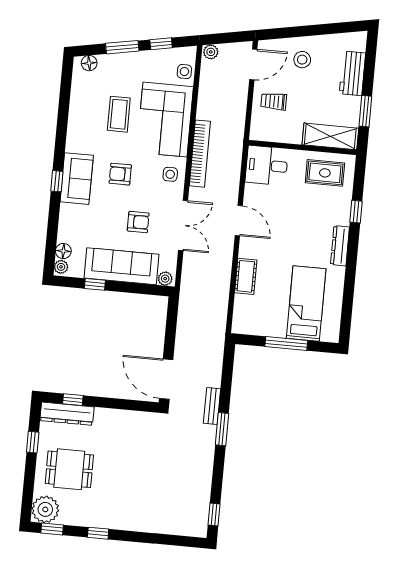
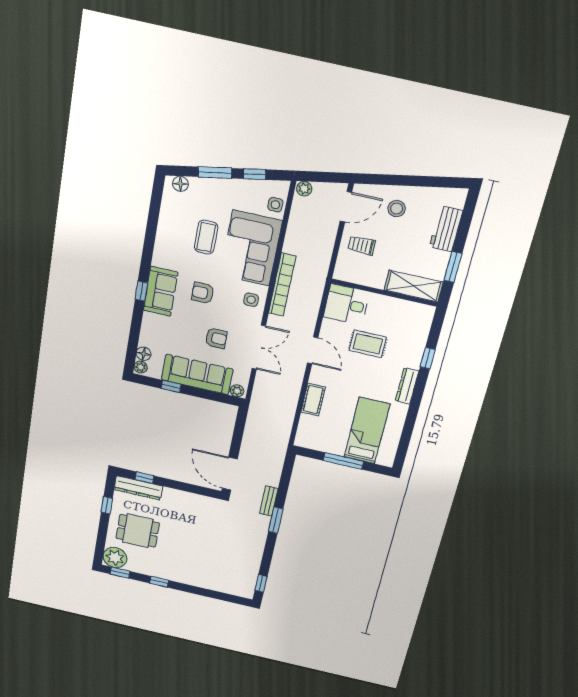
rug: (325, 173) -> (368, 344), moved

